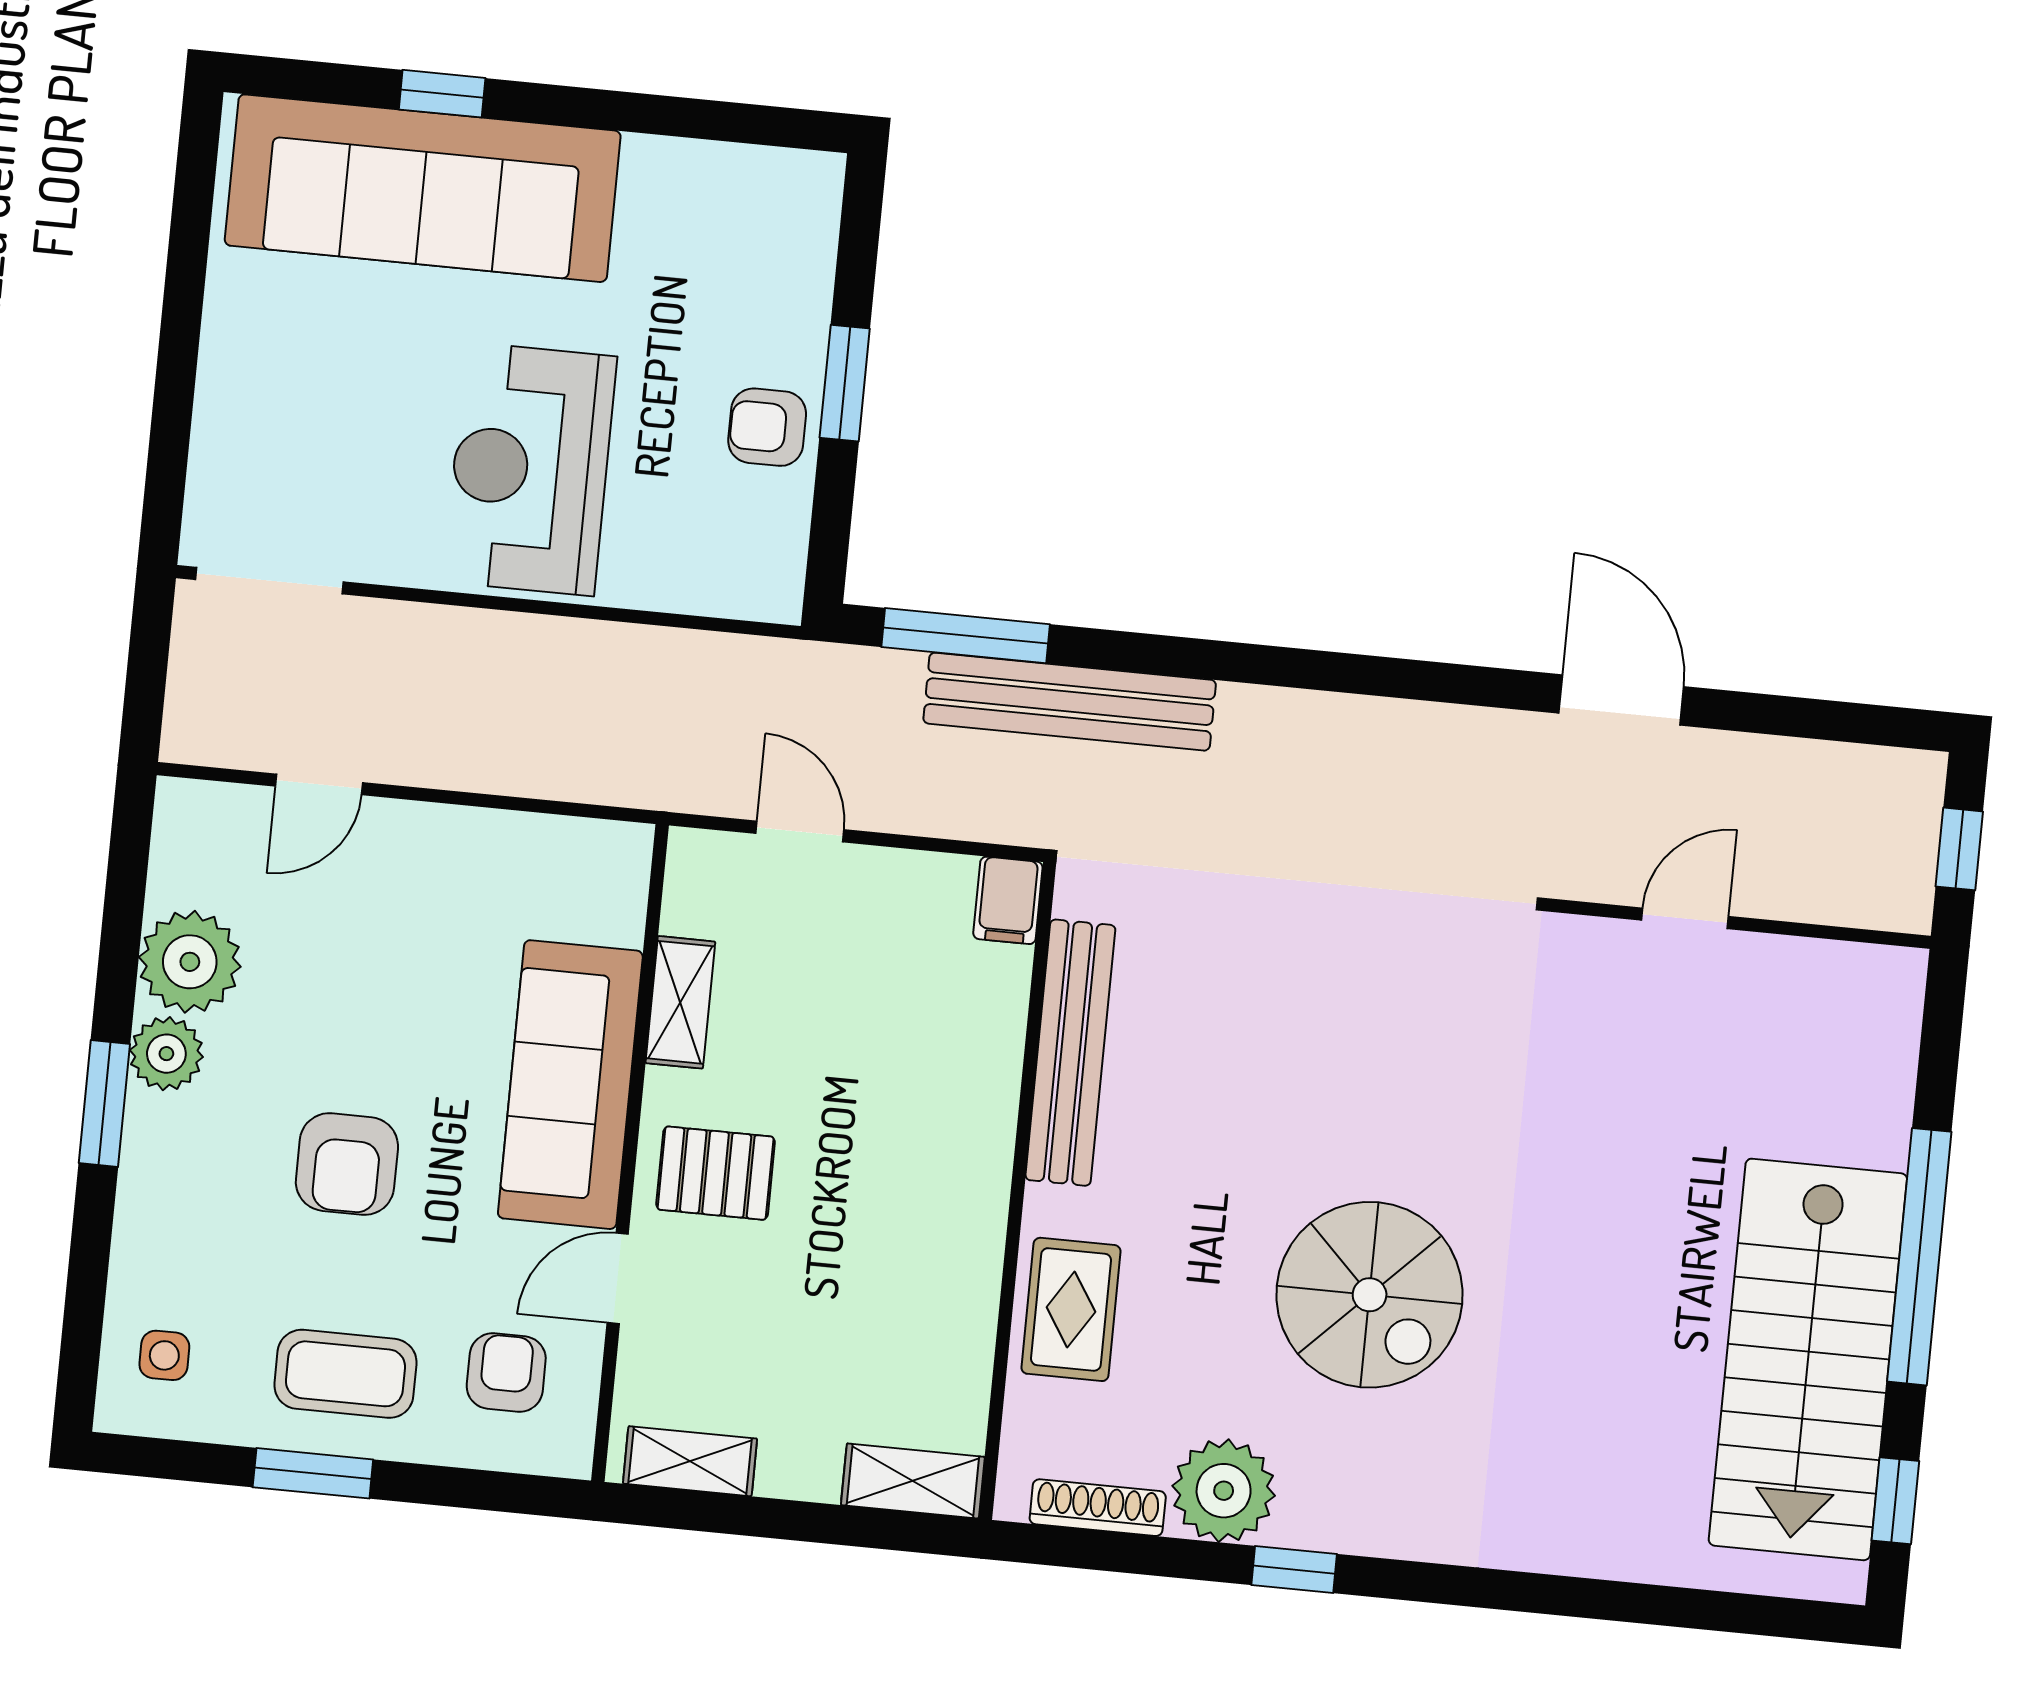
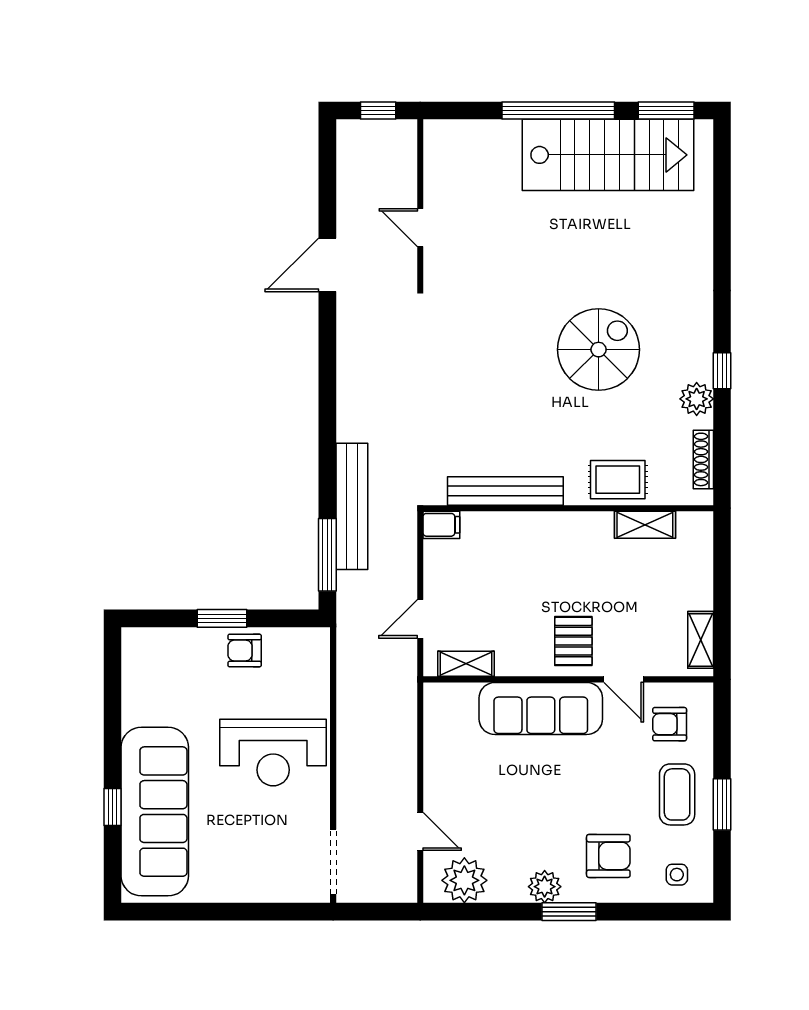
armchair: (767, 427) -> (245, 651), turned 90
plant: (190, 962) -> (464, 880), moved
shelving: (680, 1002) -> (466, 664), moved
armchair: (347, 1164) -> (608, 856), moved
shelving: (913, 1481) -> (645, 525), moved, turned 90
plant: (1224, 1491) -> (697, 399), width x0.73, depth x0.73
window: (1895, 1501) -> (666, 111), width x1.50

